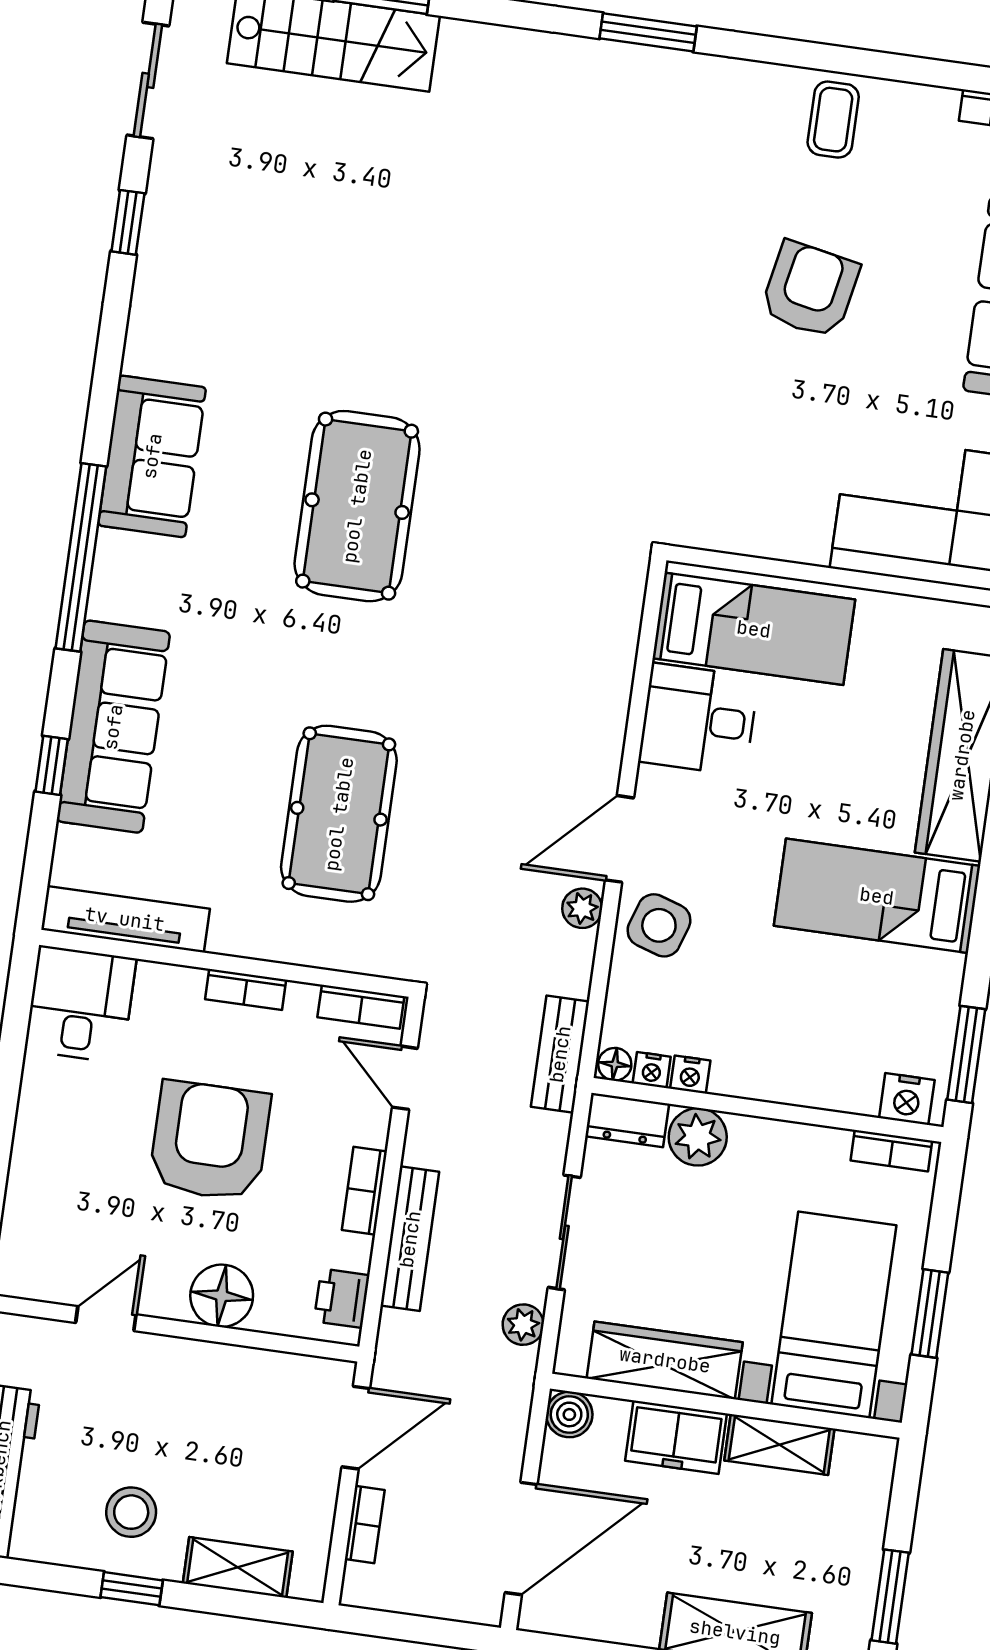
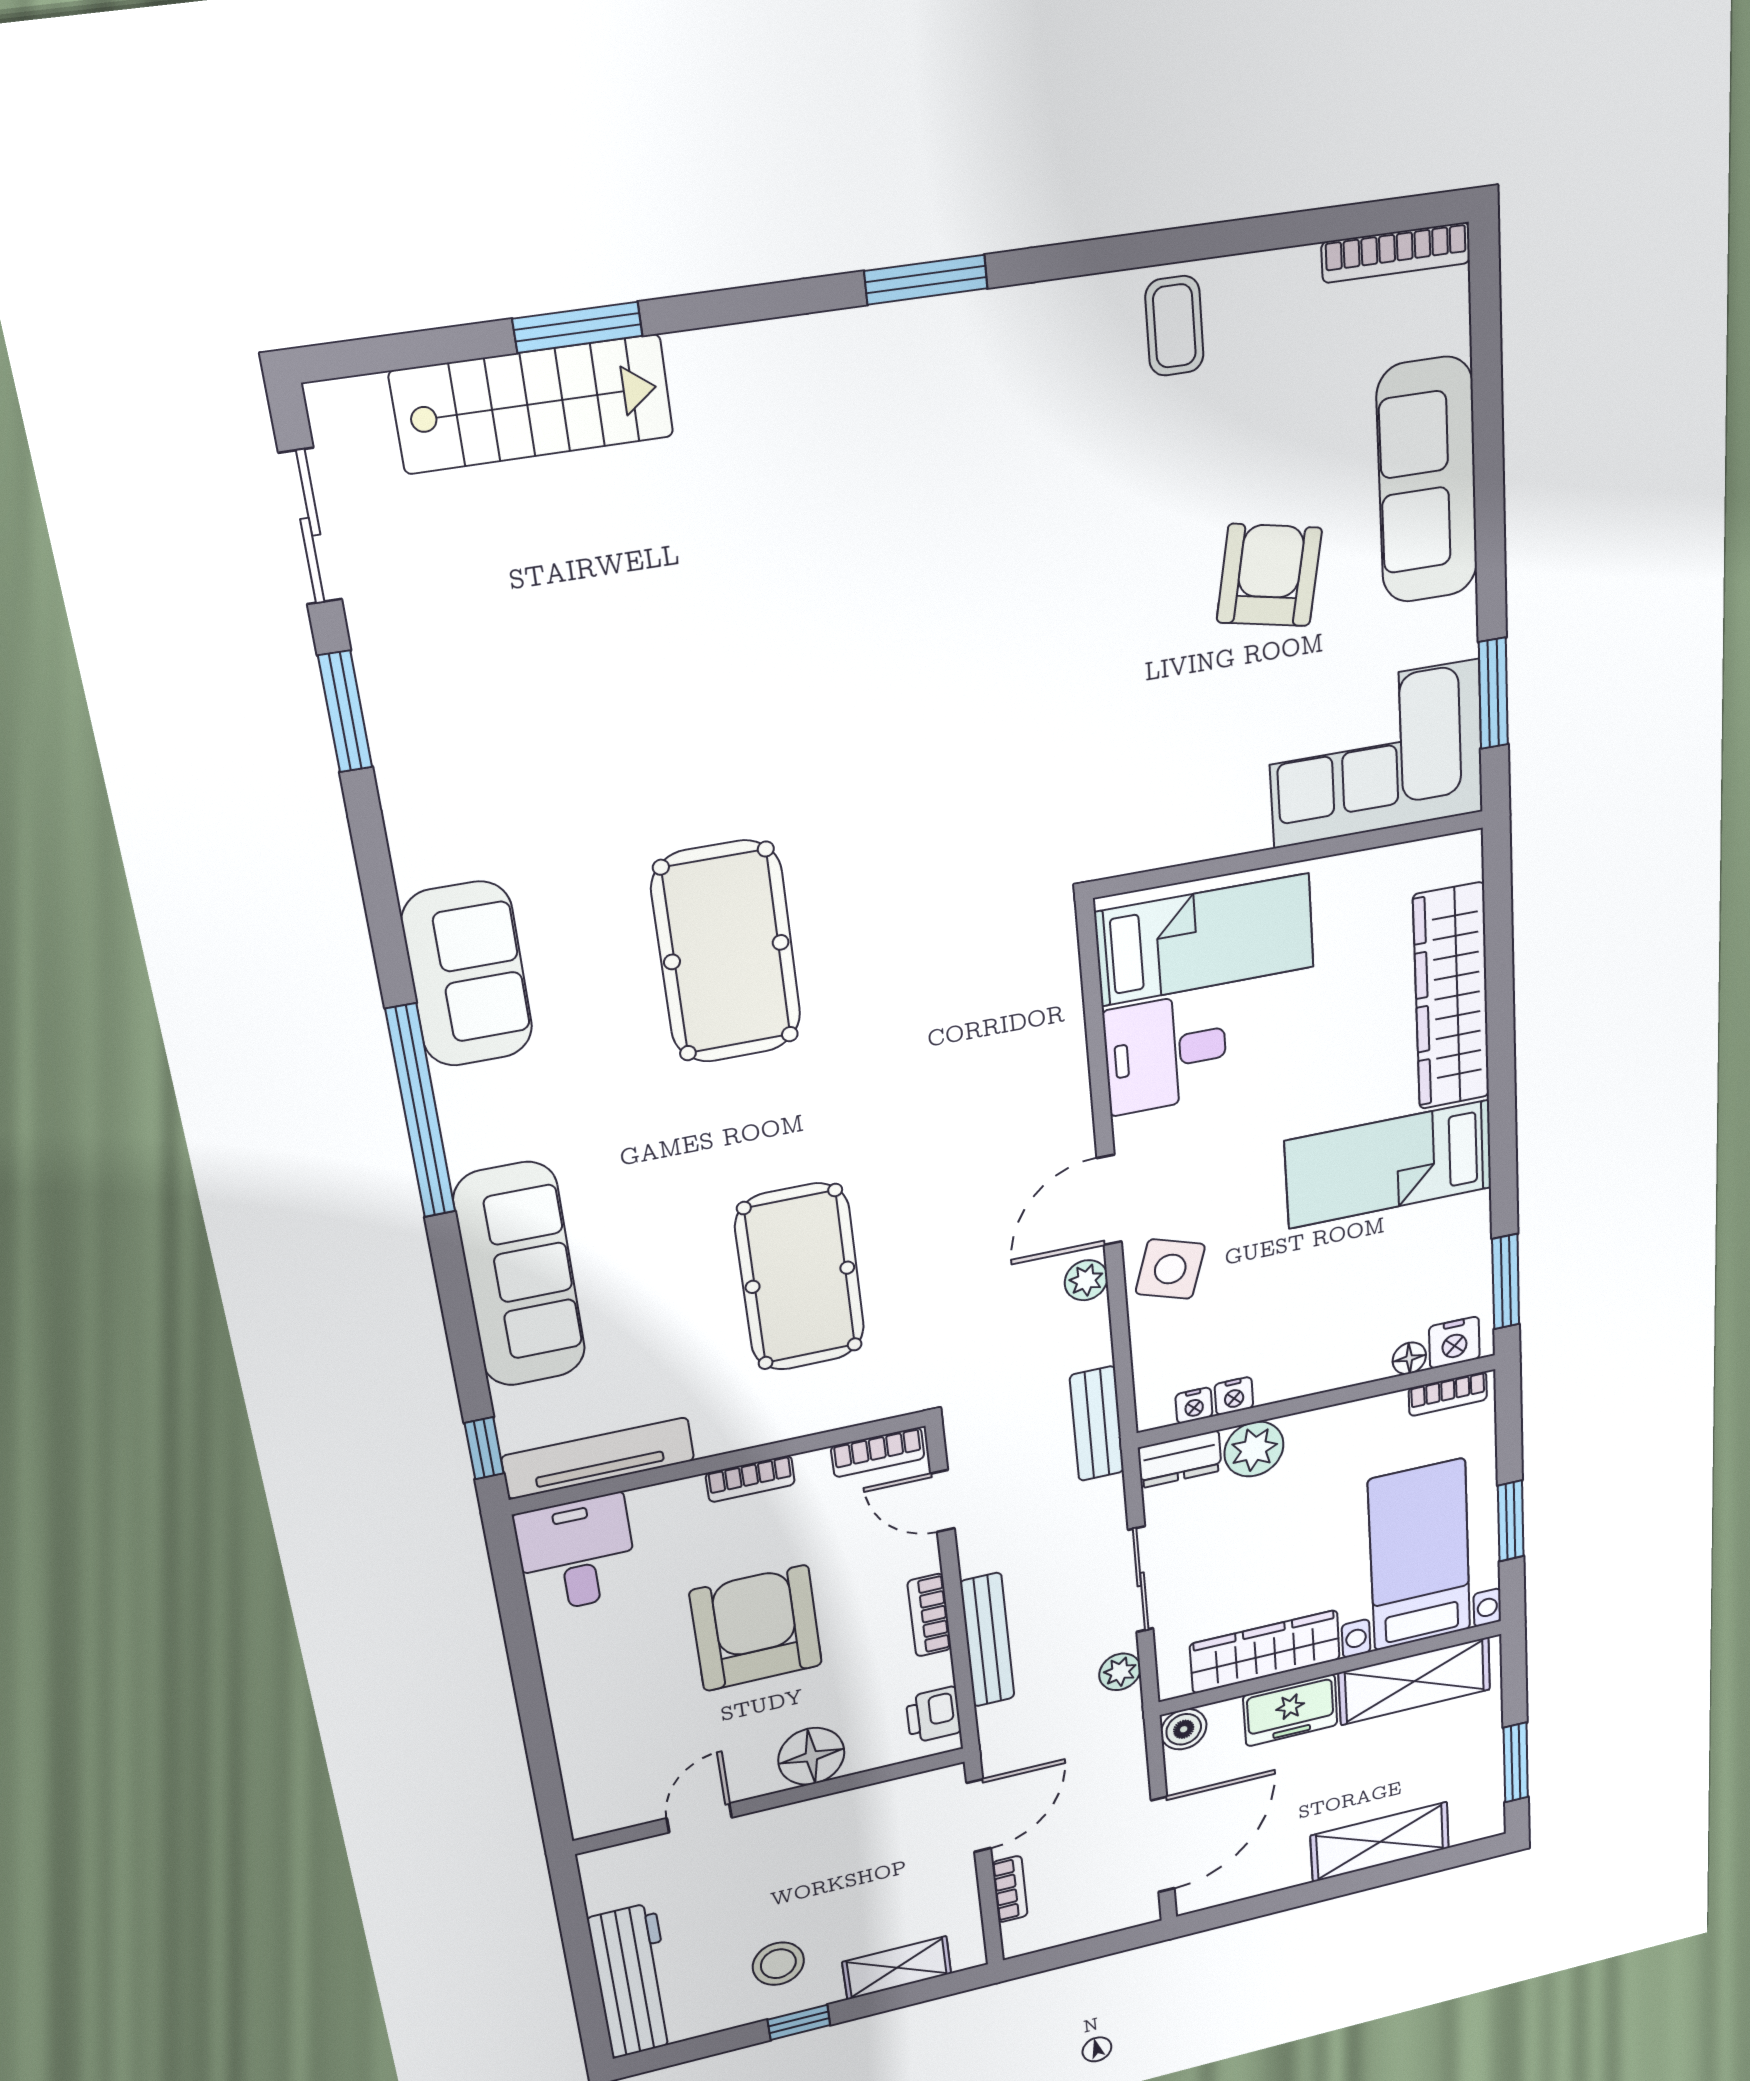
window: (128, 222) -> (345, 712), width x1.50
armchair: (810, 290) -> (1269, 575), moved
window: (52, 765) -> (484, 1448), moved
floor lamp: (615, 1064) -> (1409, 1358), moved
shelving: (779, 1445) -> (1415, 1681), width x1.50, depth x1.33

